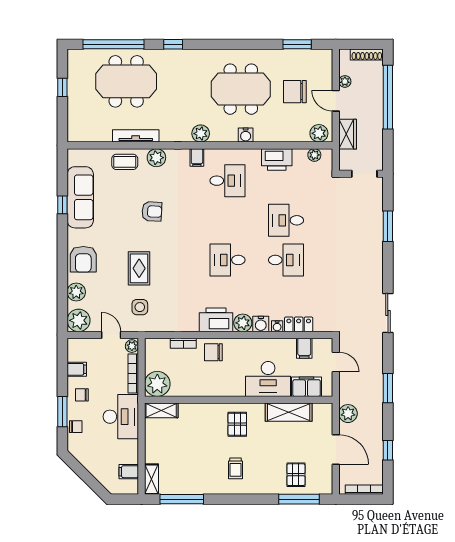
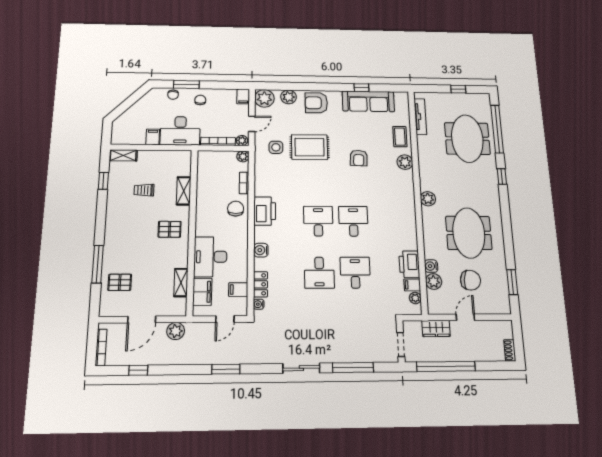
shoe rack: (367, 55) -> (510, 350), width x0.70
plant: (345, 81) -> (483, 326), removed
chair: (295, 92) -> (470, 280), turned 96
window: (388, 97) -> (446, 366), moved
plant: (319, 133) -> (434, 282), moved
water cooler: (246, 135) -> (431, 266), moved
tv unit: (136, 136) -> (420, 117), moved
filing cabinet: (197, 157) -> (412, 285), moved
desk: (228, 181) -> (353, 221), moved, turned 180
window: (388, 226) -> (353, 368), width x1.44
rug: (139, 268) -> (309, 147), width x1.36, depth x1.43
sliding door: (388, 313) -> (301, 368), moved
plant: (243, 323) -> (262, 234), removed
water cooler: (277, 326) -> (259, 304), moved
filing cabinet: (77, 369) -> (243, 97), moved
plant: (157, 384) -> (243, 156), moved, width x0.53, depth x0.53
window: (388, 388) -> (226, 369), moved
shelving: (161, 410) -> (184, 191), moved
shelving: (289, 412) -> (181, 282), width x0.67, depth x0.75
trolley: (236, 468) -> (144, 190), moved
filing cabinet: (129, 472) -> (153, 137), moved
window: (182, 499) -> (103, 181), width x0.46
window: (299, 499) -> (98, 264), moved

